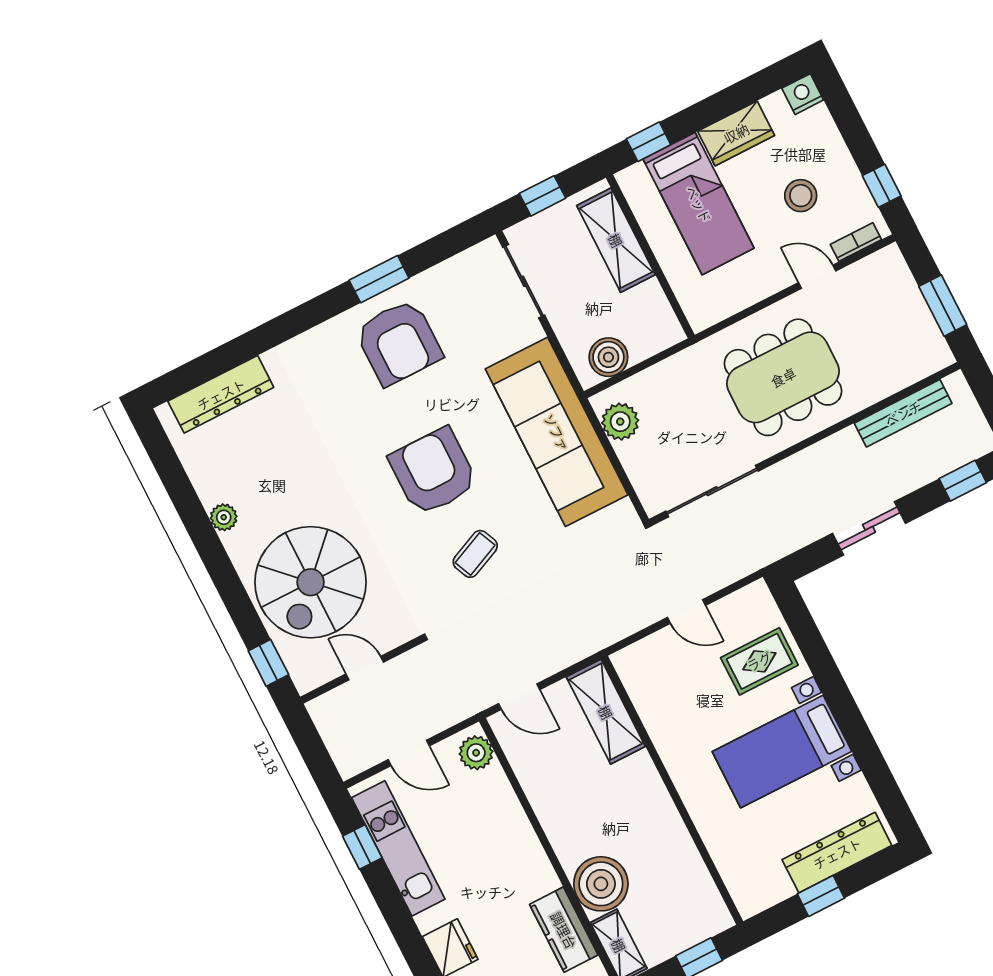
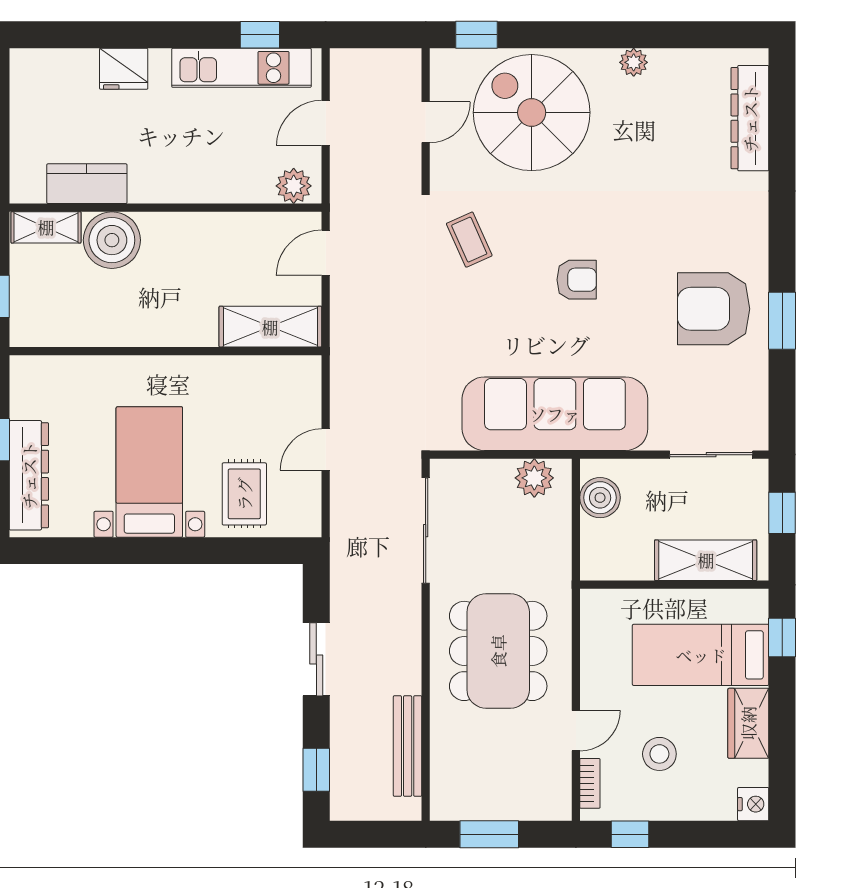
armchair: (433, 472) -> (577, 280), width x0.53, depth x0.53
coffee table: (475, 554) -> (469, 240), moved

